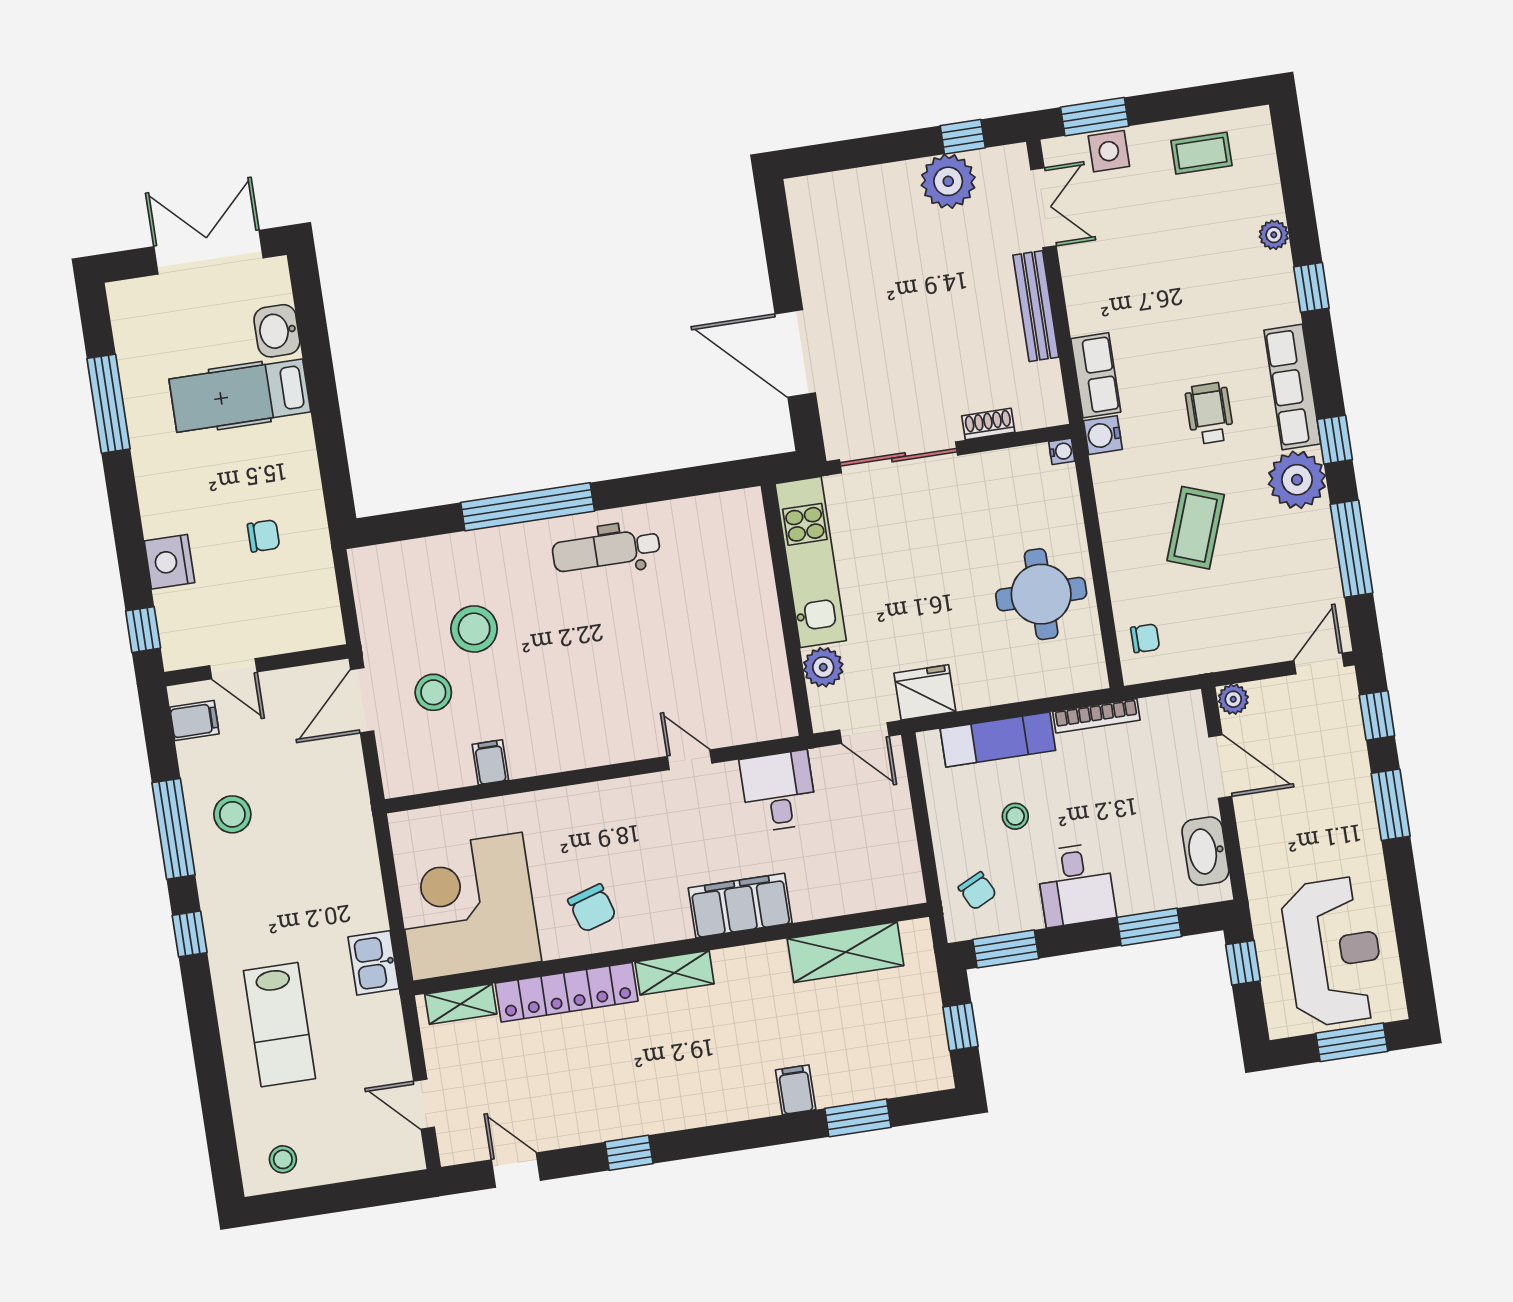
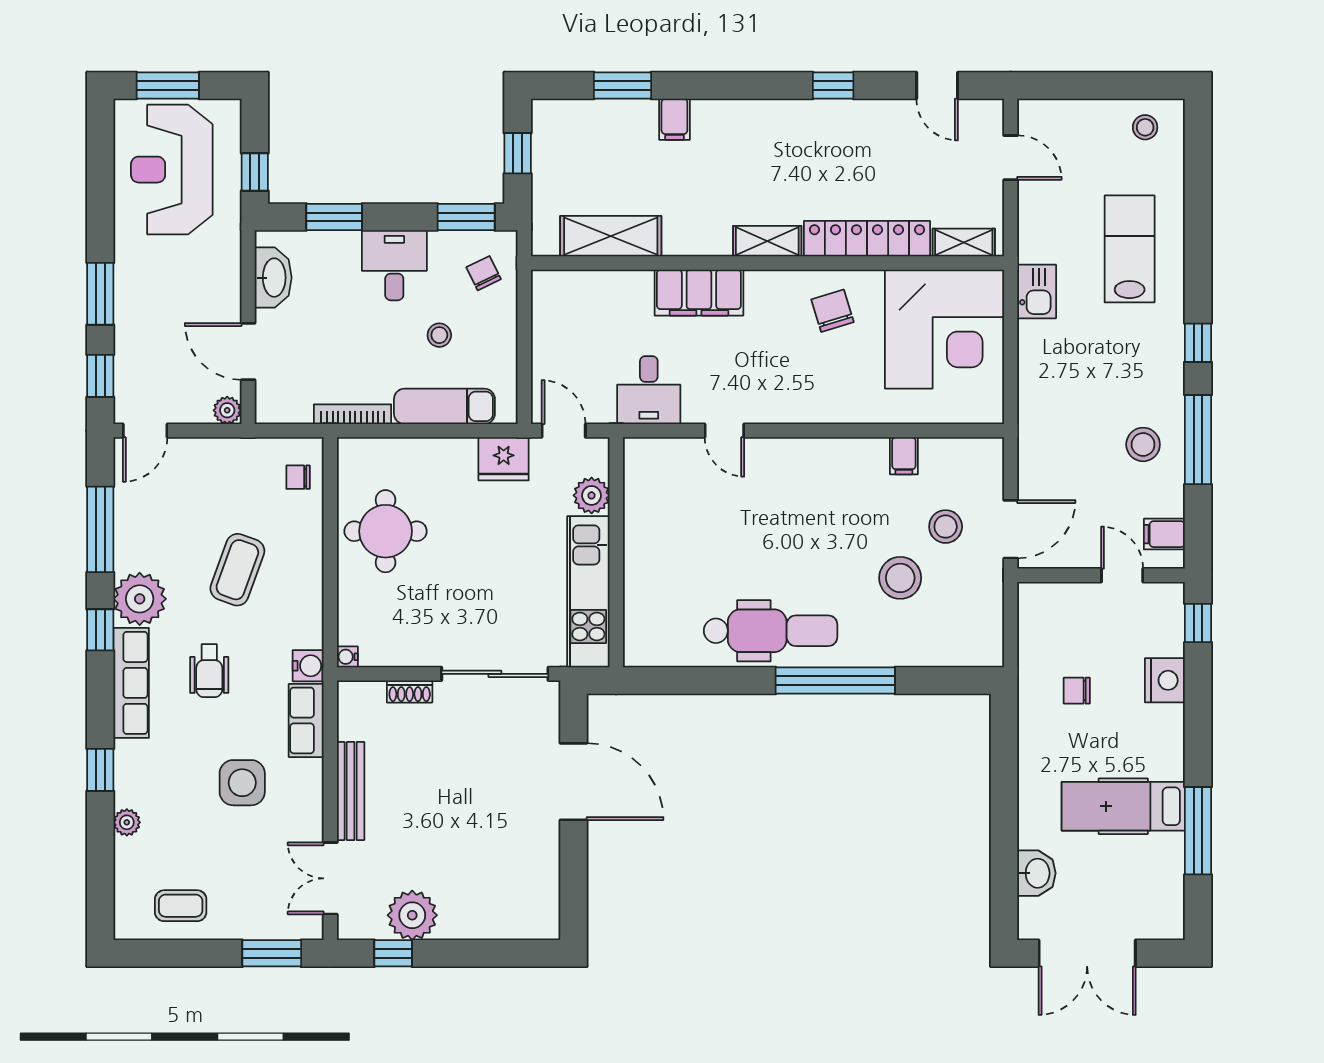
side table: (1109, 151) -> (242, 783), moved, width x1.37, depth x1.37
hospital bed: (240, 396) -> (1123, 806), moved, turned 180
dental chair: (606, 550) -> (771, 631), width x1.36, depth x1.38

